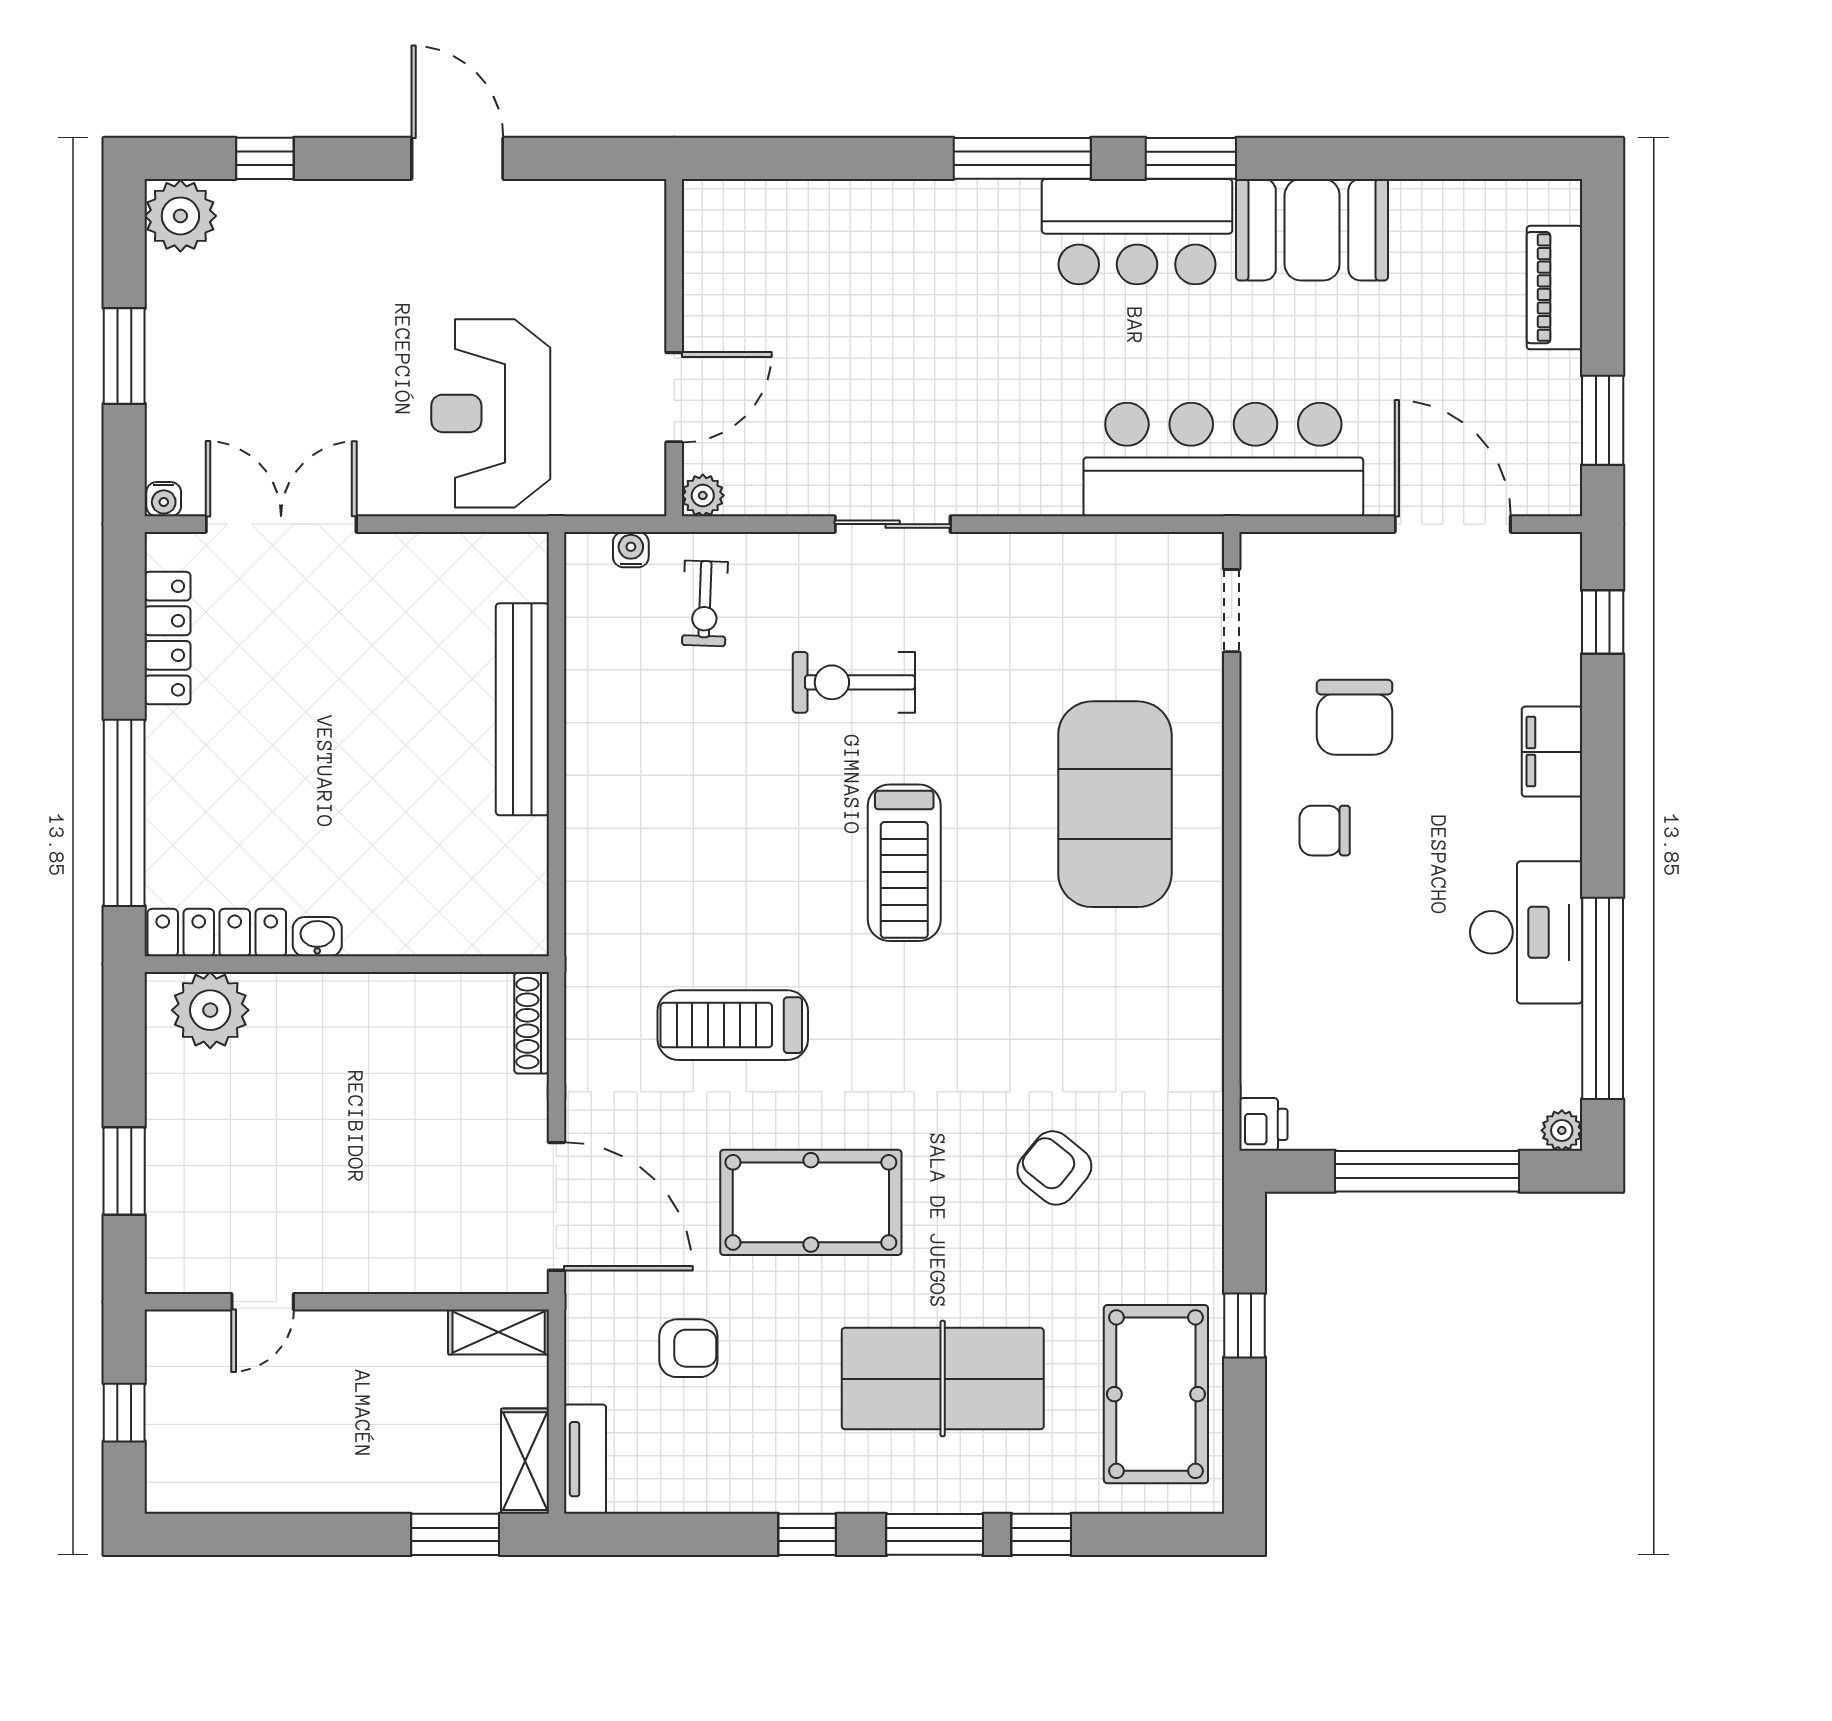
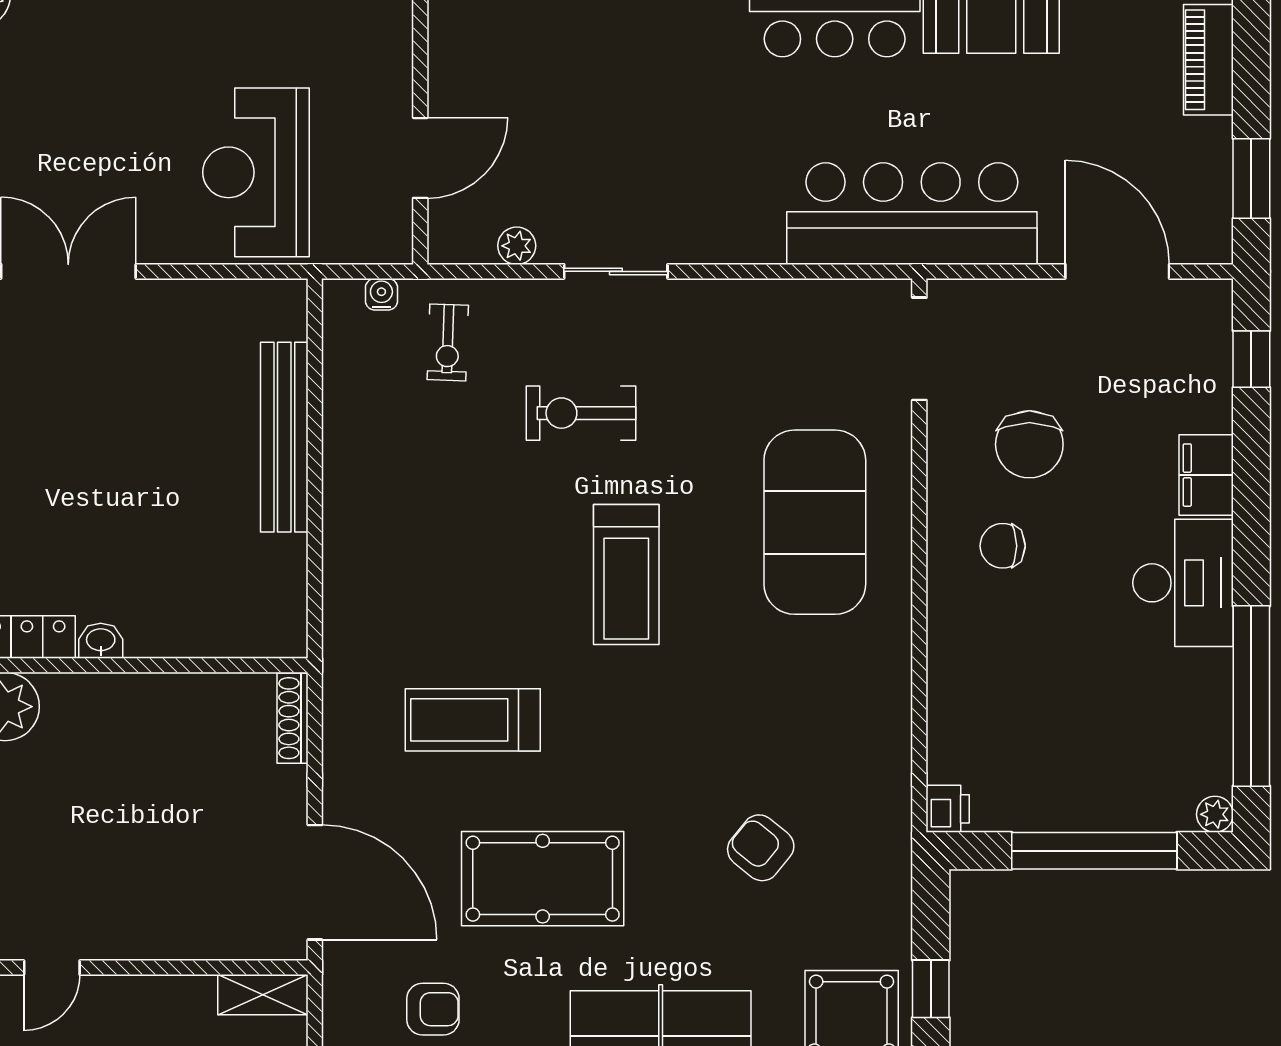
plant: (703, 495) -> (517, 246), moved
doorway: (1232, 611) -> (919, 349), width x1.38
desk: (1526, 932) -> (1183, 583), moved

